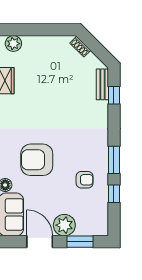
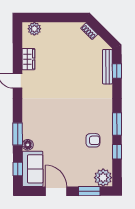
bench: (102, 84) -> (107, 67), width x1.36
armchair: (37, 160) -> (54, 124), removed
plant: (64, 225) -> (103, 178), moved

